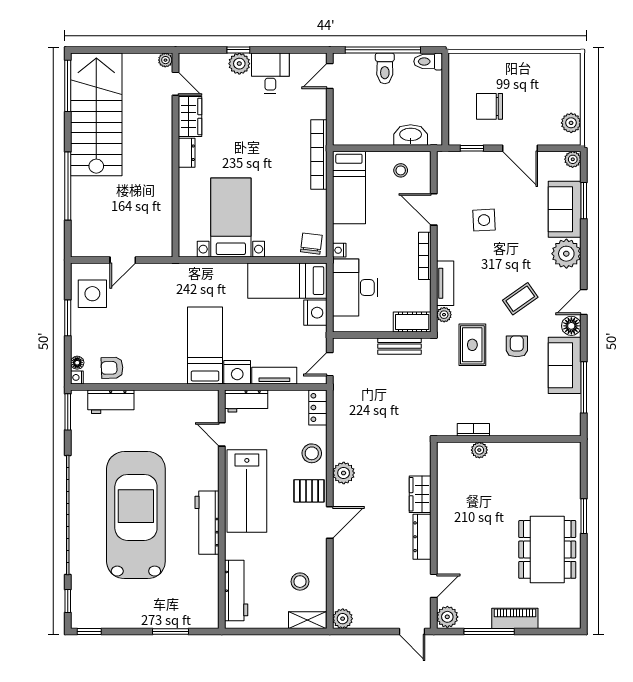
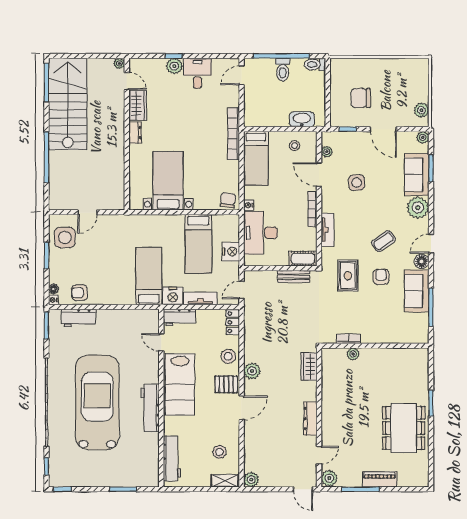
bed: (287, 281) -> (198, 244), moved, turned -90
plant: (444, 315) -> (327, 152), moved
wardrobe: (420, 494) -> (309, 367), moved

